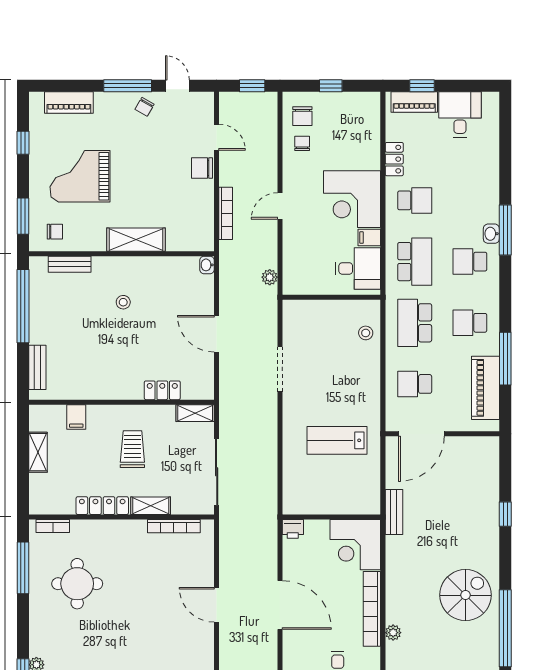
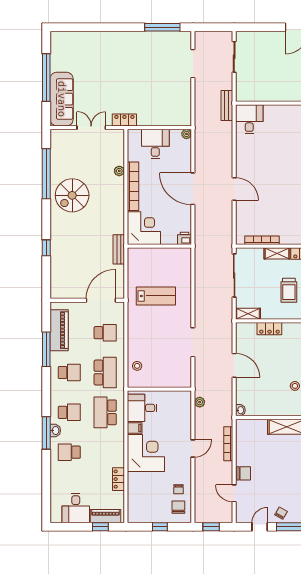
door: (177, 86) -> (260, 527), swing flipped
school desk: (415, 200) -> (69, 452), moved

